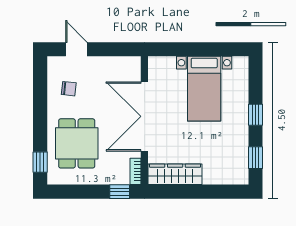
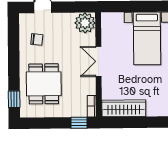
plant: (128, 69) -> (85, 23), added
double door: (144, 116) -> (99, 61), width x0.54

